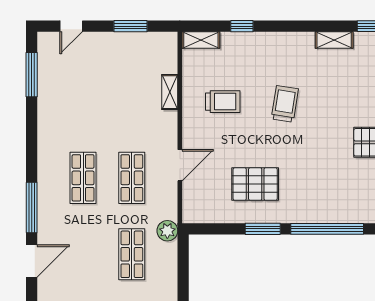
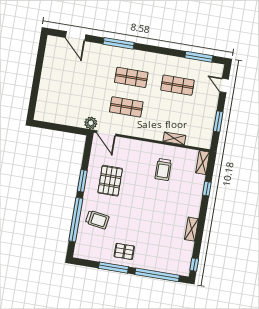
shelving: (334, 40) -> (191, 229), moved
trolley: (285, 104) -> (97, 220), moved
door: (180, 165) -> (106, 133), moved
shop shelf: (132, 254) -> (177, 85), moved
door: (32, 261) -> (76, 36), moved

